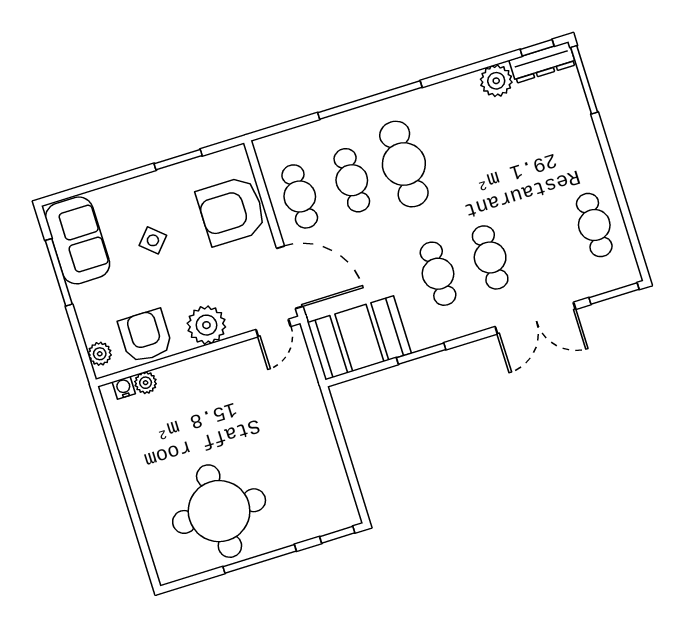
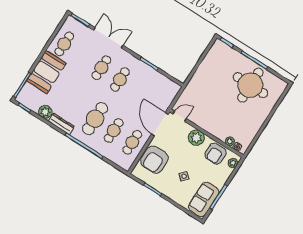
dresser: (542, 62) -> (61, 124), moved
armchair: (231, 211) -> (154, 160), turned 90
booth: (359, 338) -> (46, 72), moved, turned 90

